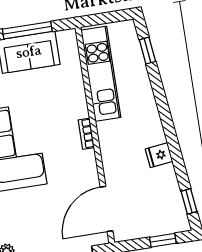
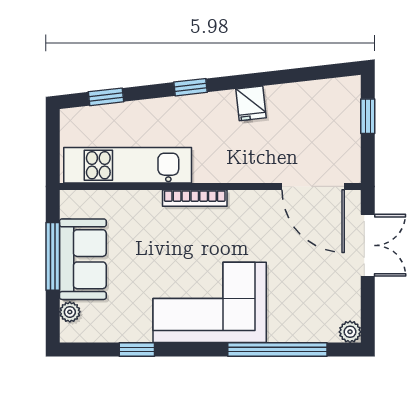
bookcase: (86, 134) -> (195, 198), width x1.56
window: (189, 201) -> (191, 87), moved

